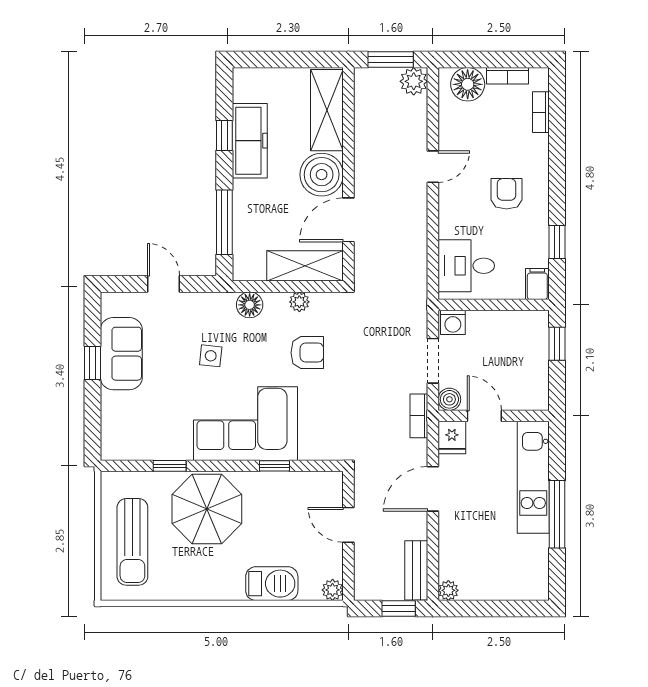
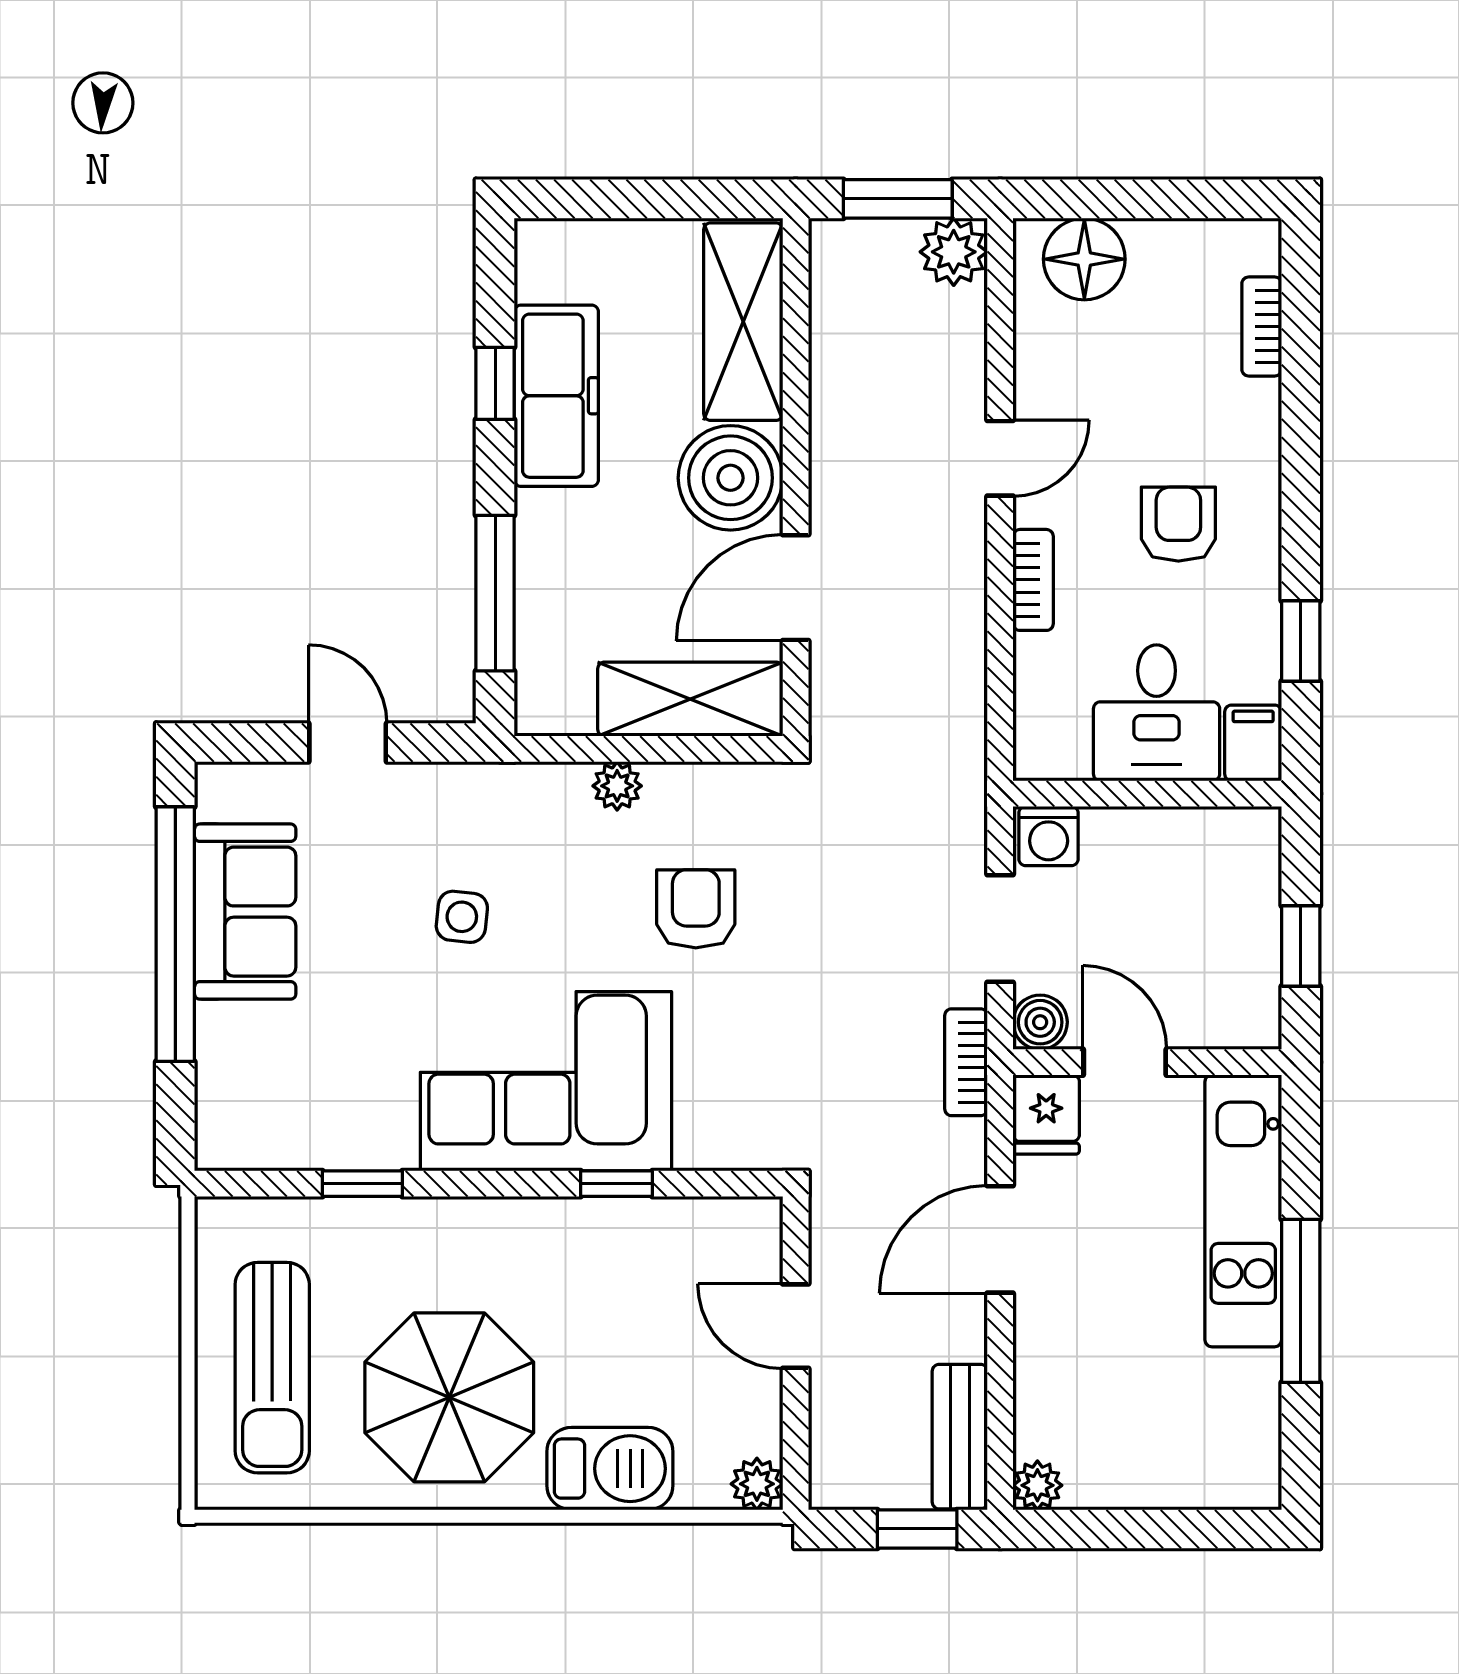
bookcase: (507, 76) -> (1033, 580), moved, turned -90
desk: (466, 266) -> (1157, 713), moved, turned -90
plant: (299, 302) -> (617, 786), moved
floor lamp: (250, 305) -> (556, 793), removed
window: (557, 344) -> (1301, 946), moved
armchair: (307, 353) -> (696, 909), turned -90
window: (92, 363) -> (175, 934), width x3.17
parasol: (207, 509) -> (449, 1397), moved

